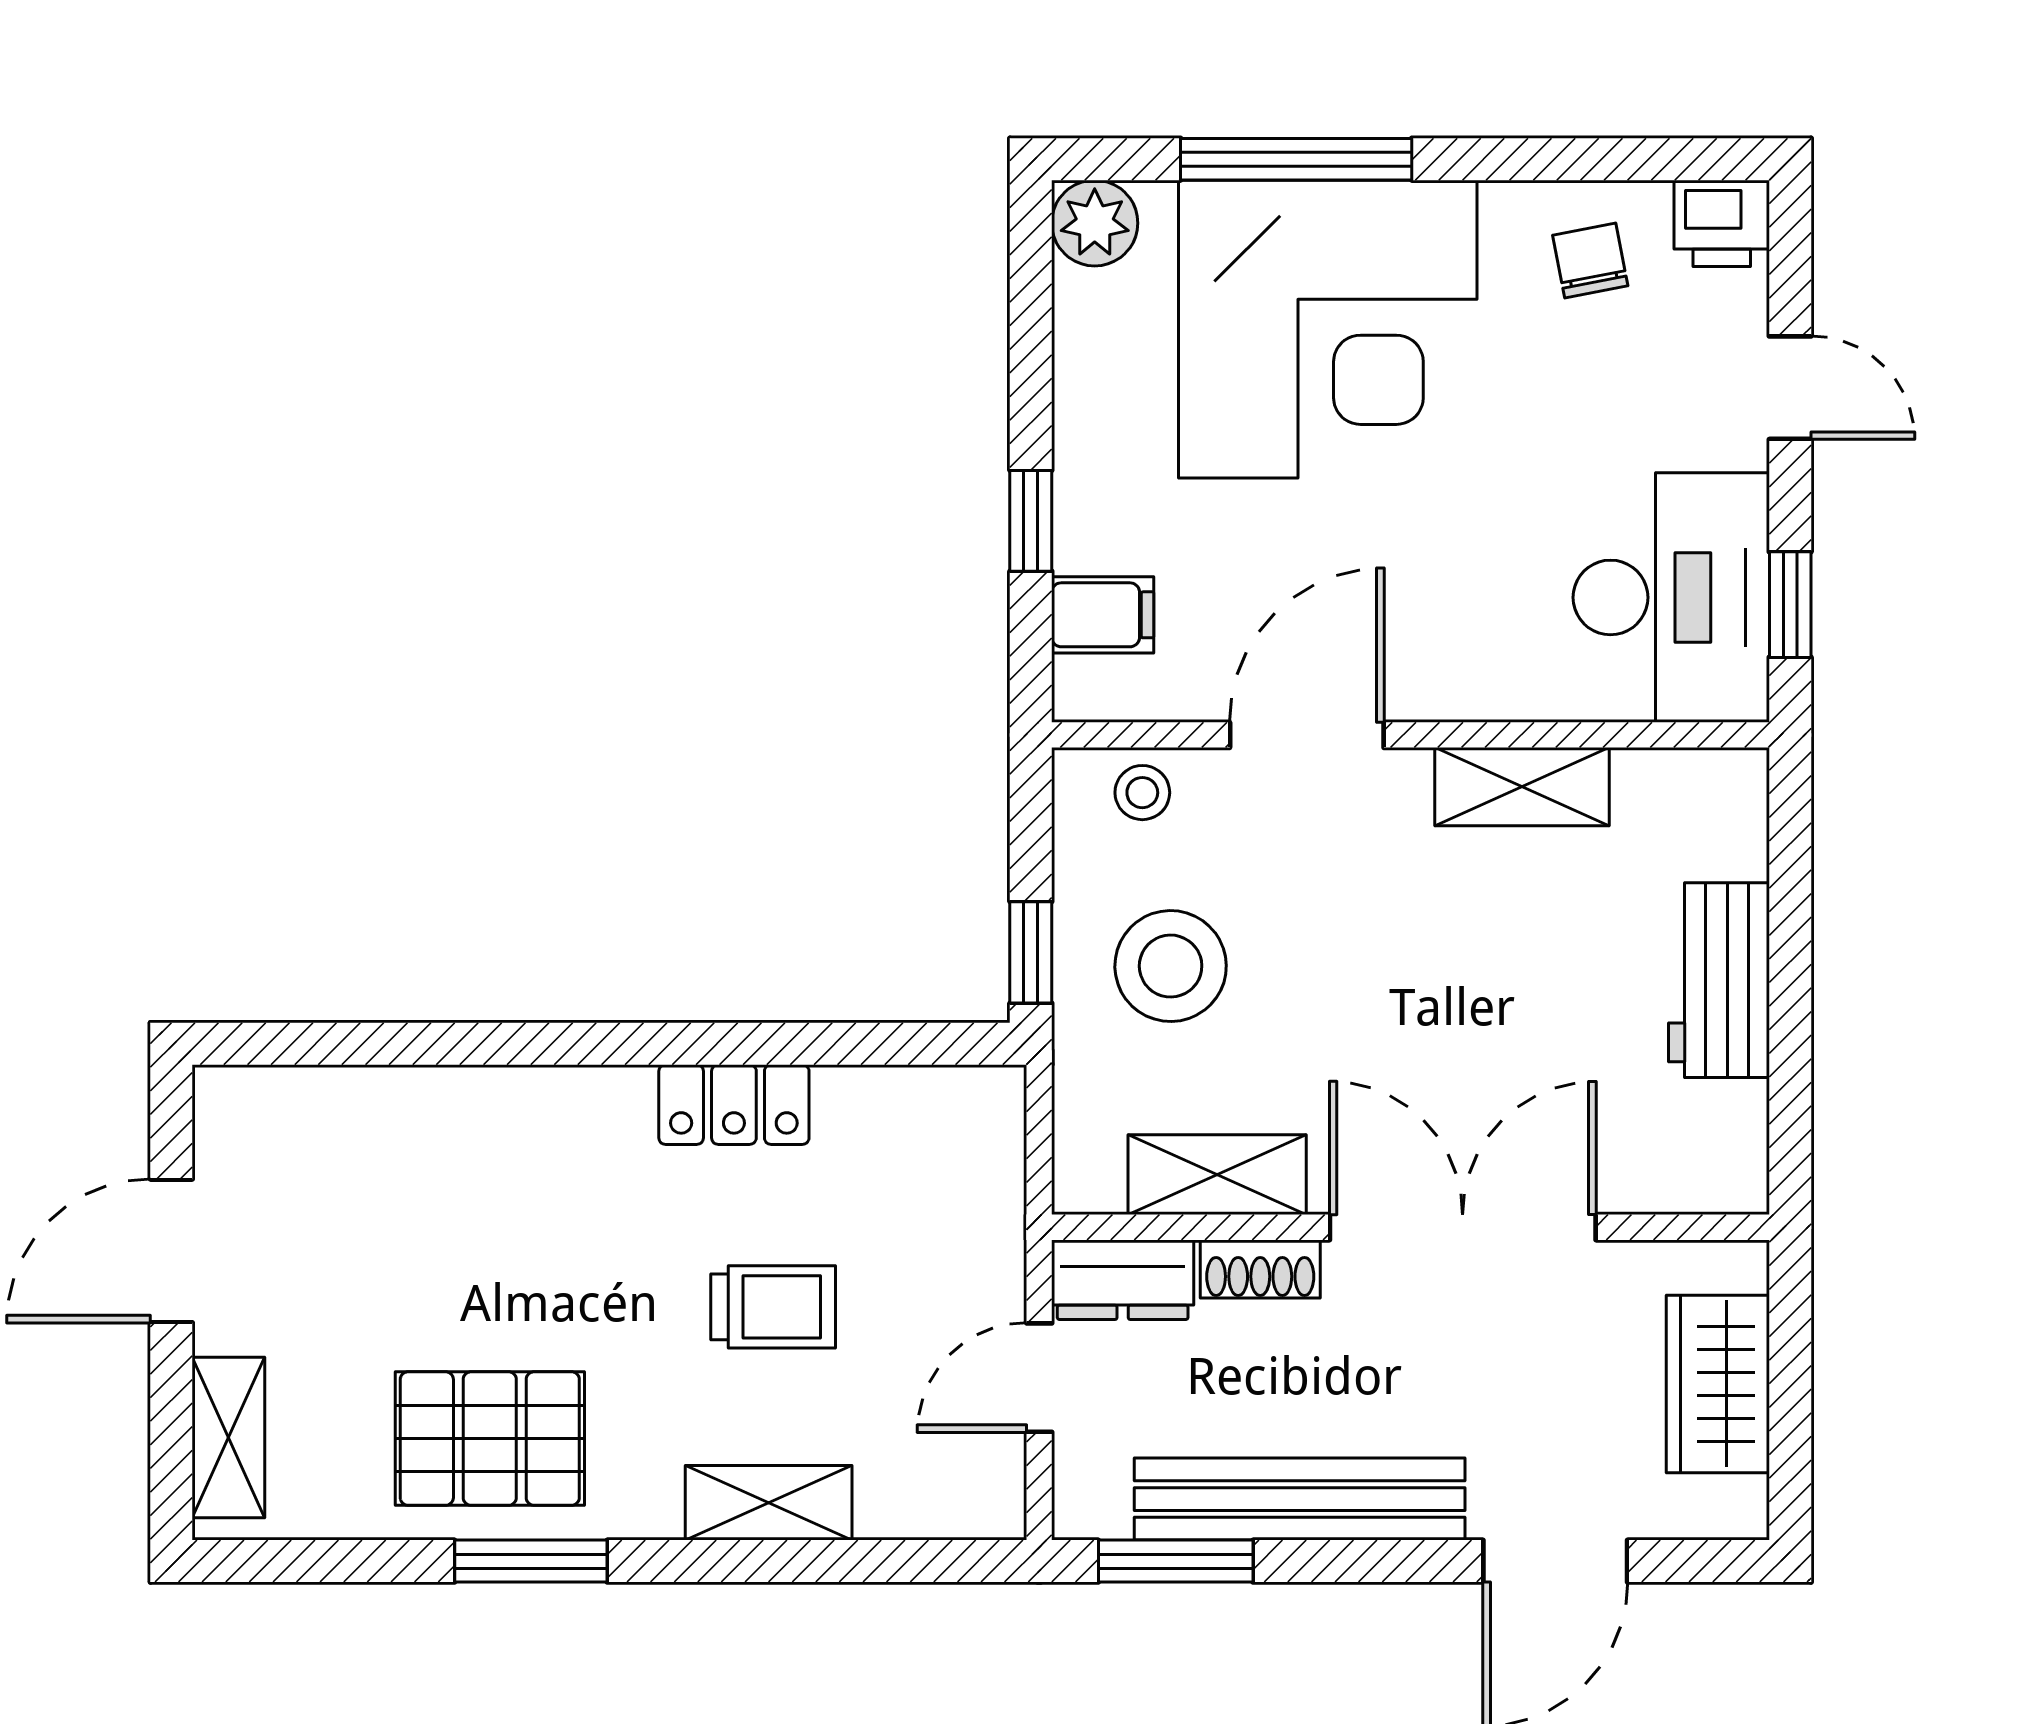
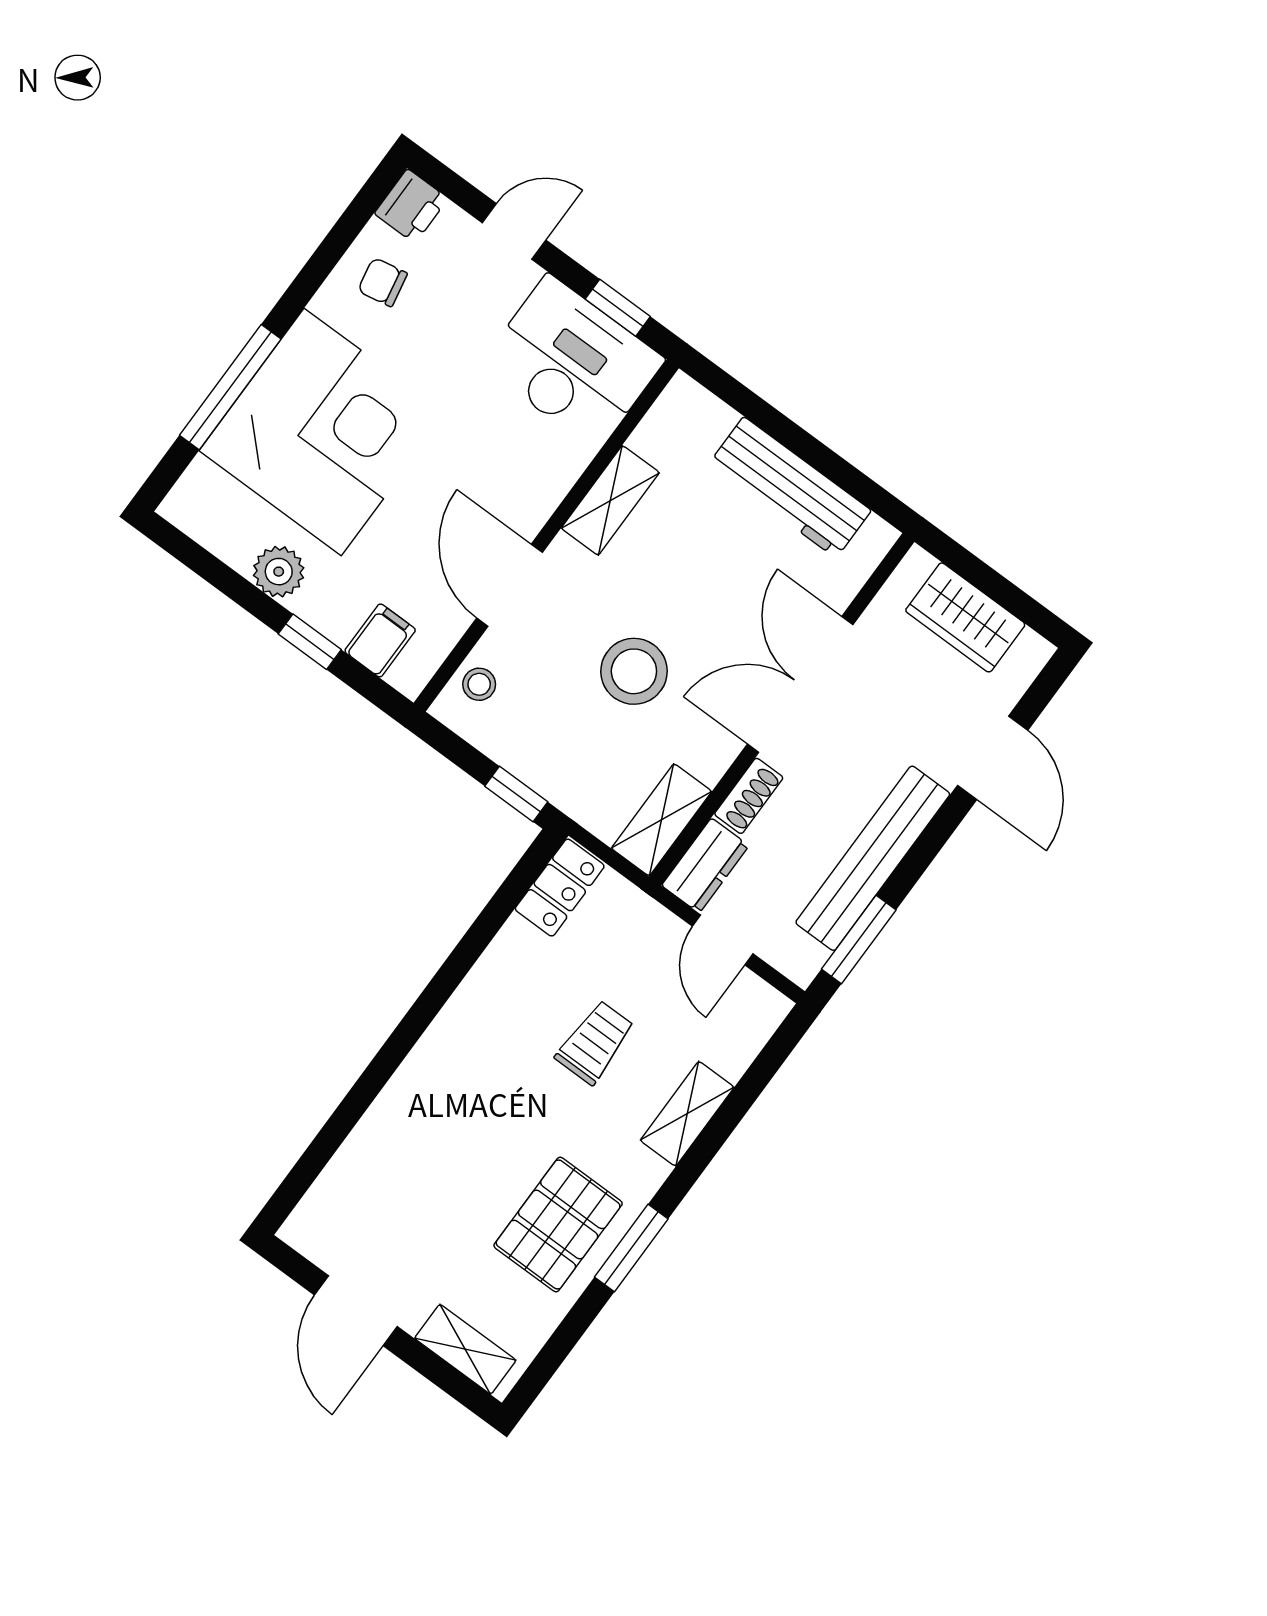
plant: (1095, 223) -> (279, 572), moved
stool: (1171, 966) -> (634, 671), moved
workbench: (1719, 980) -> (790, 487), width x1.37
locker: (734, 1105) -> (560, 888), moved
shelving: (1217, 1175) -> (661, 820), moved

